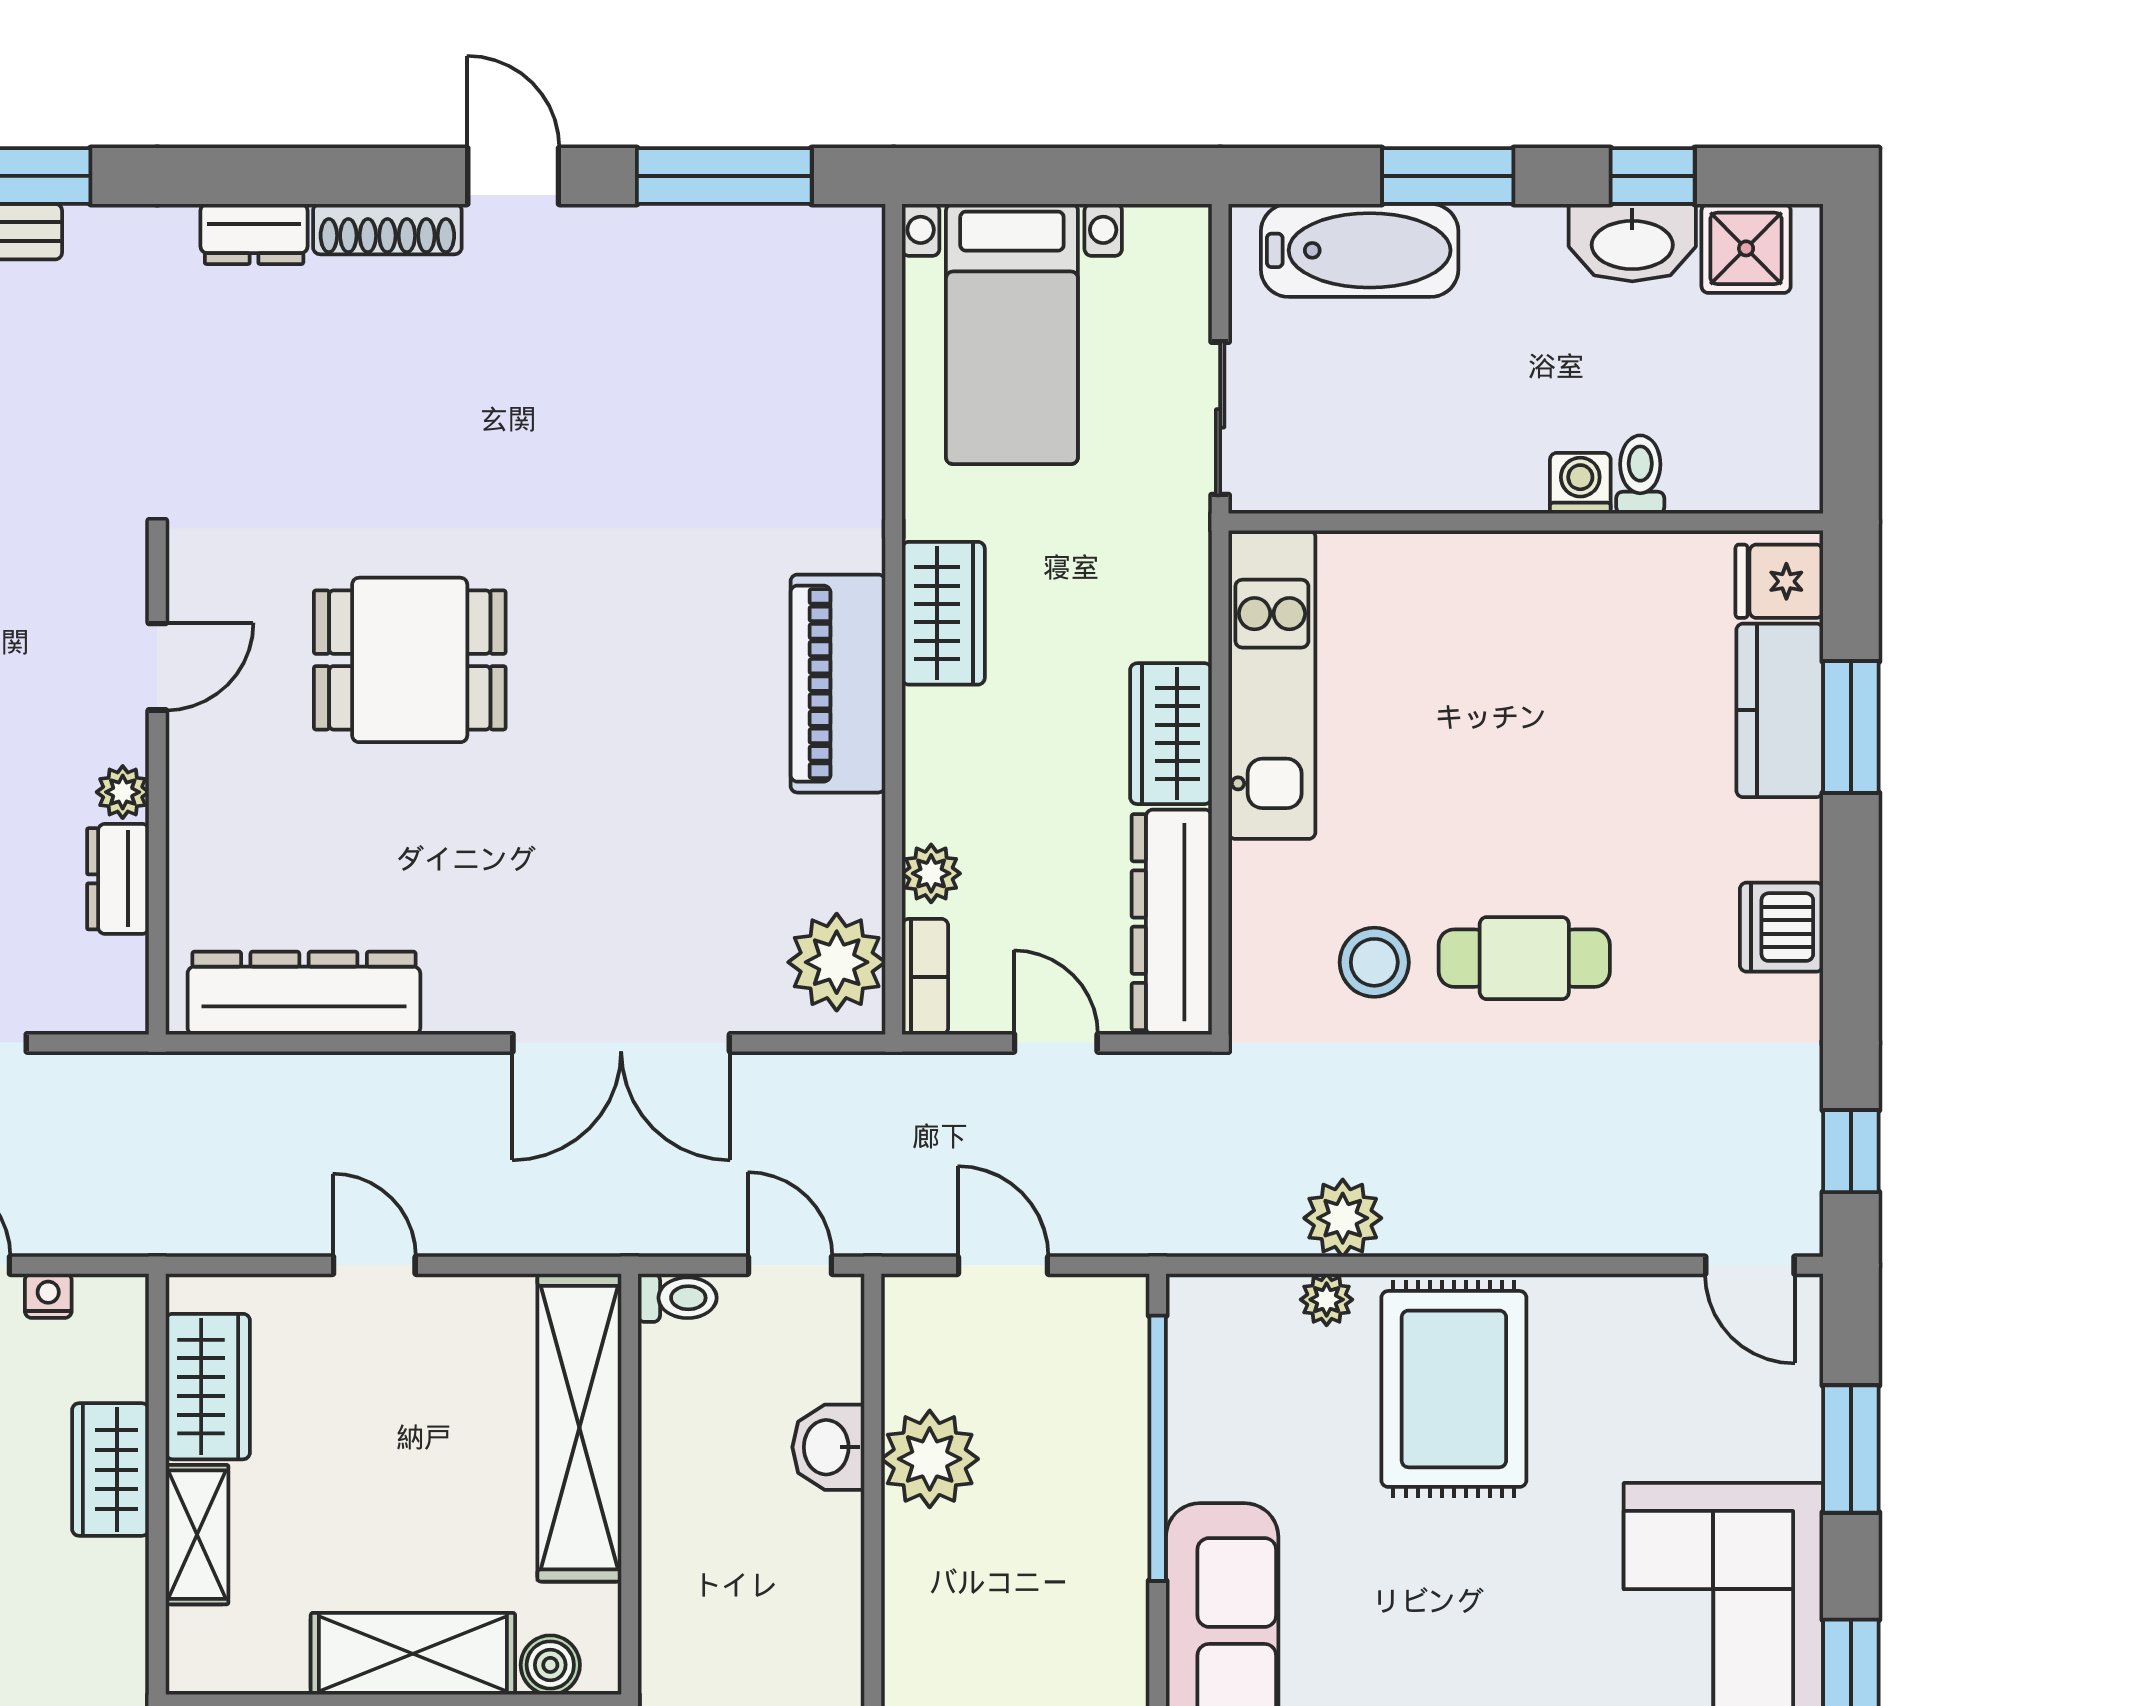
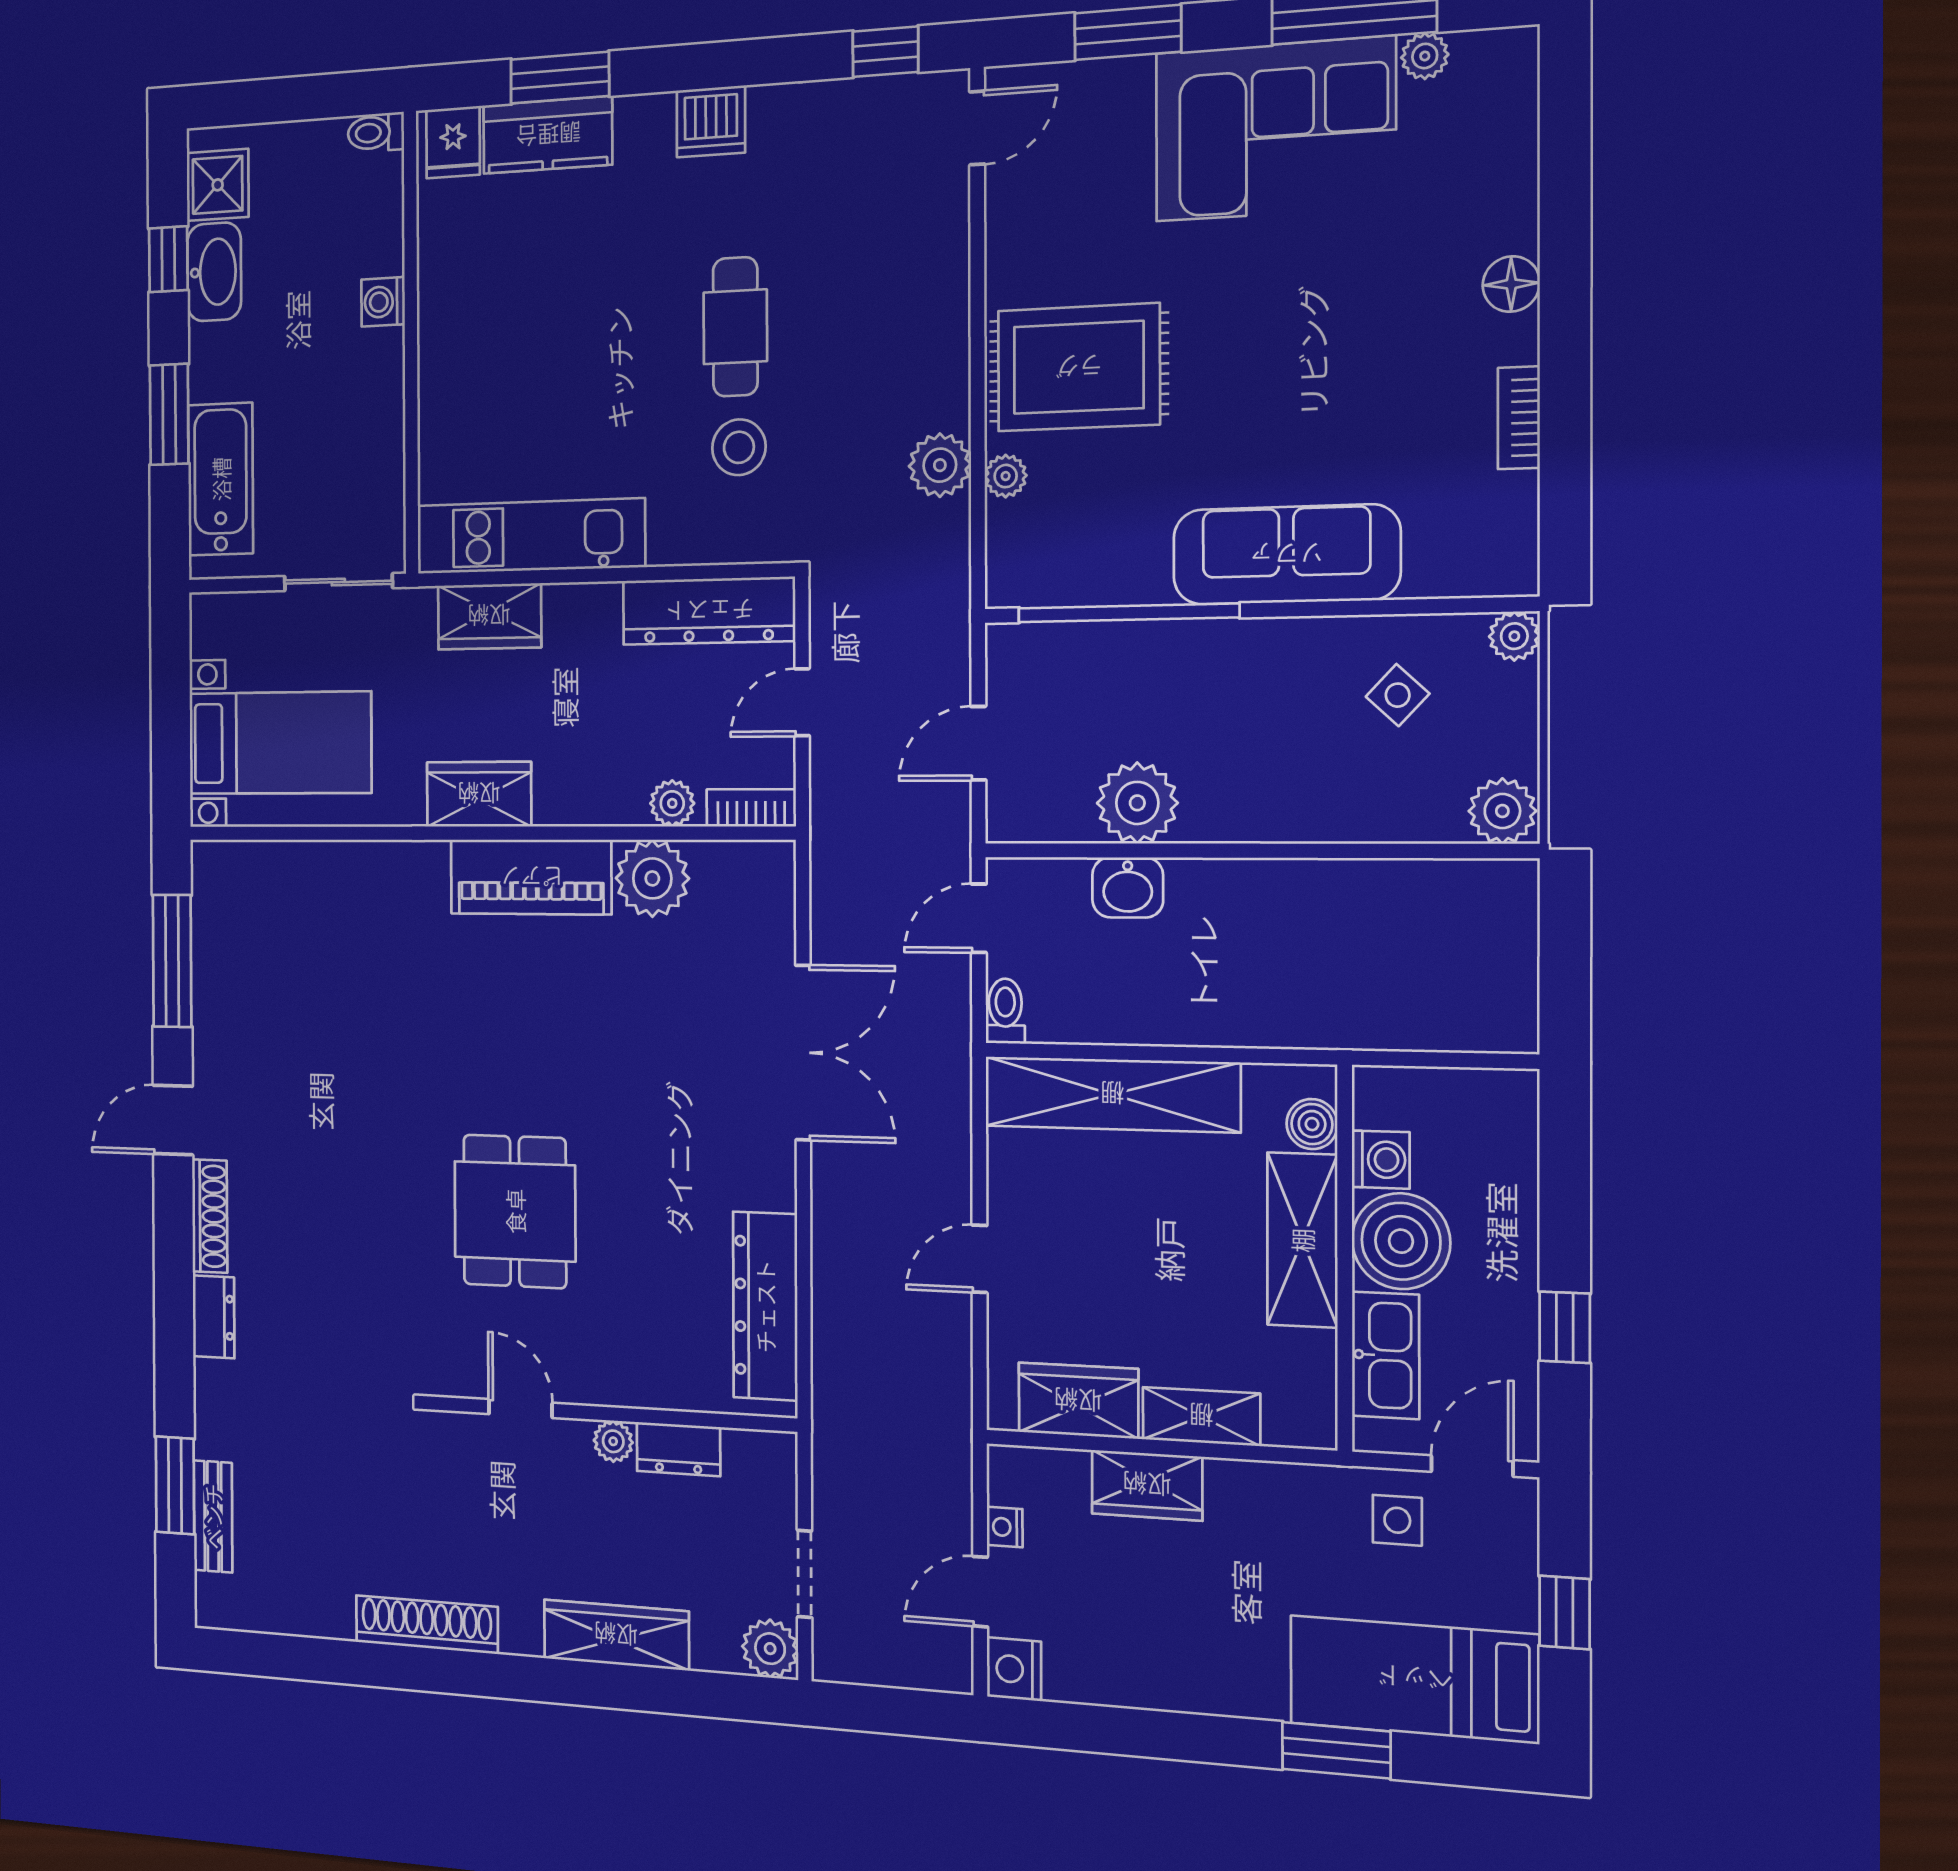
toilet: (1640, 474) -> (376, 132), moved
wardrobe: (1171, 734) -> (489, 616), moved
plant: (837, 962) -> (652, 878), moved

